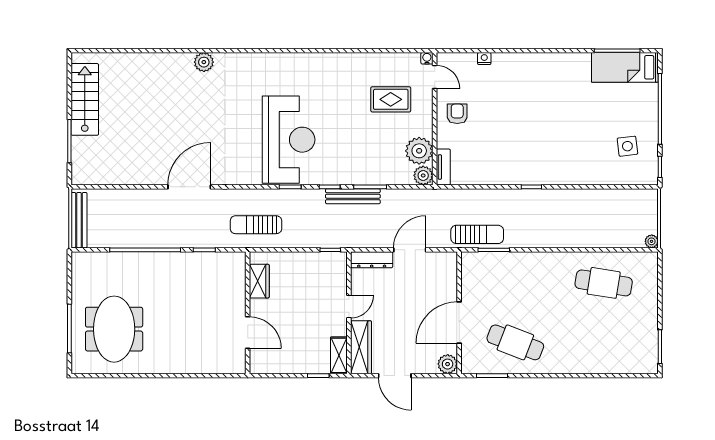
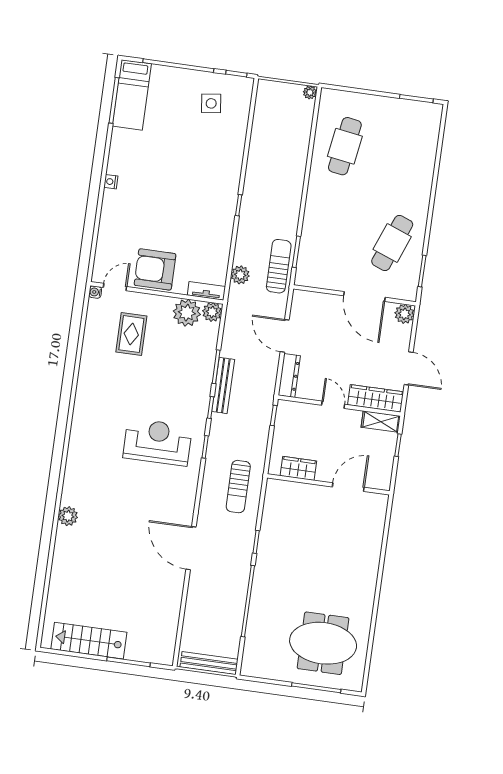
nightstand: (484, 59) -> (111, 182), moved
armchair: (457, 114) -> (155, 269), width x1.88, depth x1.88
reception desk: (289, 140) -> (158, 442), width x0.74, depth x0.77
plant: (463, 198) -> (240, 275), added
wardrobe: (259, 281) -> (298, 468), moved
wall: (248, 313) -> (328, 484), moved
door: (248, 333) -> (348, 487), moved
door: (395, 376) -> (409, 368), hinge flipped

